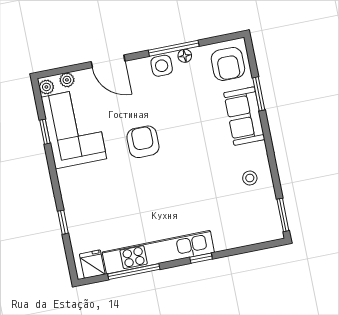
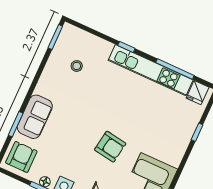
armchair: (143, 142) -> (110, 147), turned -81
stool: (250, 178) -> (77, 66), moved

